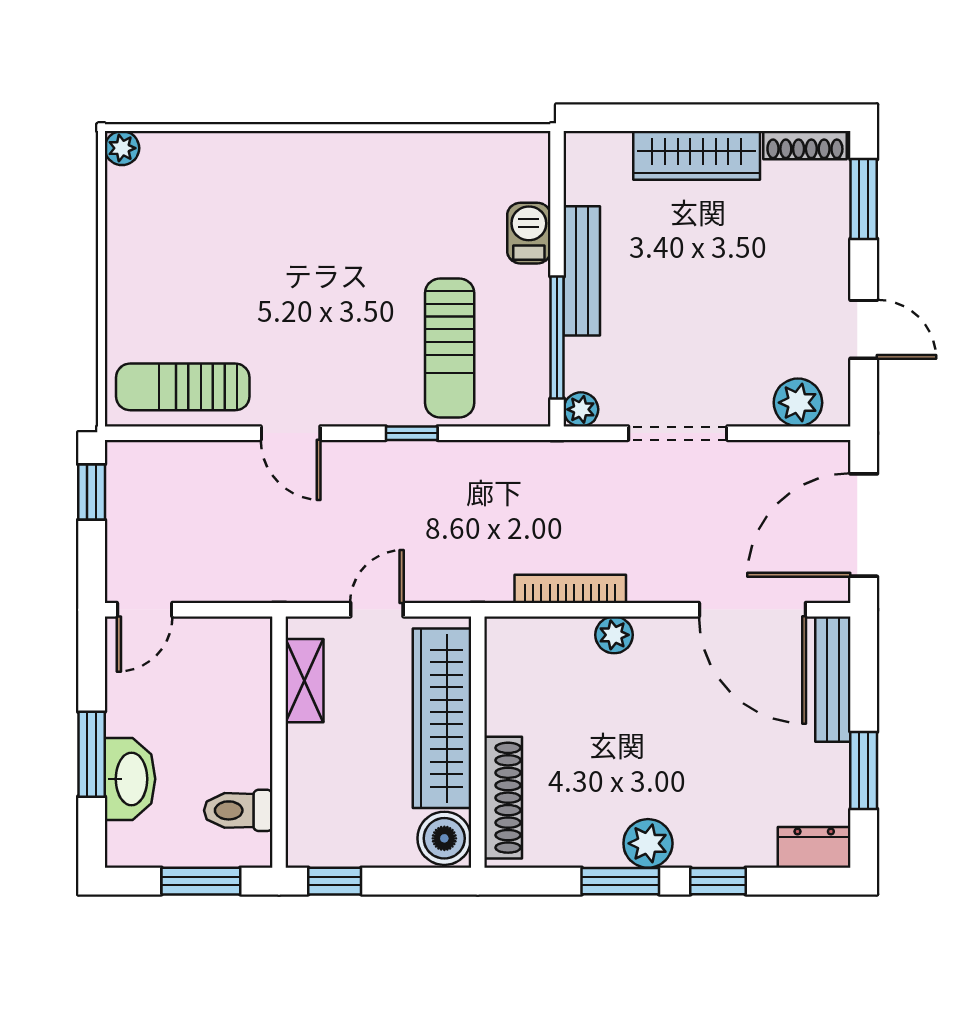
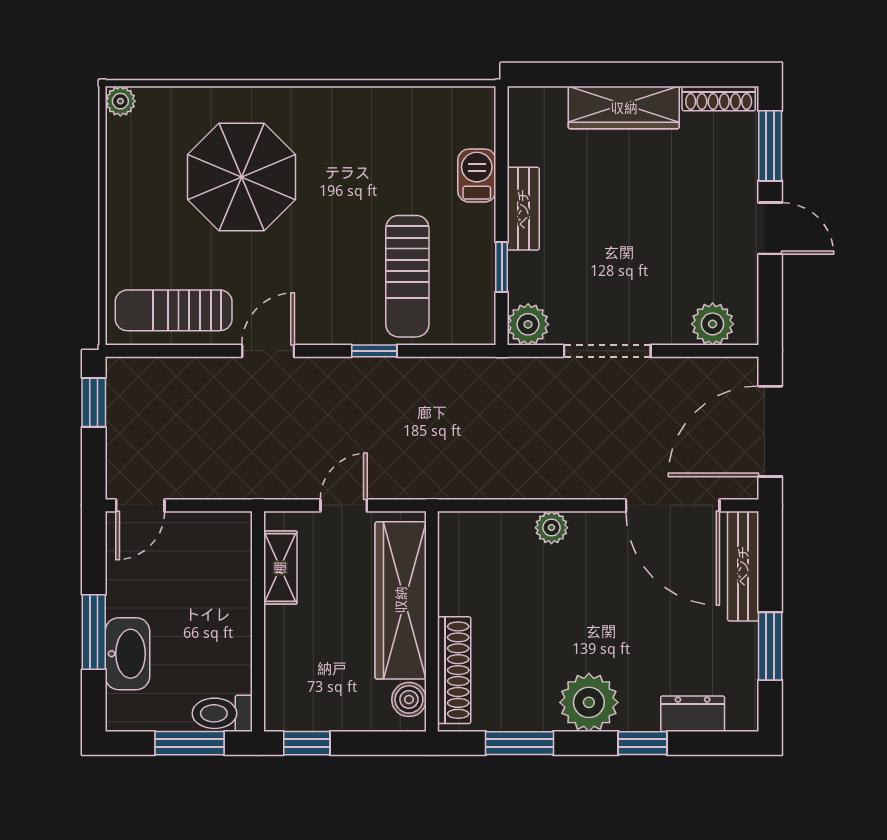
parasol: (260, 235) -> (241, 177), added
bench: (582, 271) -> (523, 209), width x0.73
door: (864, 329) -> (770, 228), moved
window: (557, 337) -> (502, 267), width x0.46
plant: (581, 409) -> (528, 324), width x1.38, depth x1.38
door: (291, 433) -> (268, 351), swing flipped
bookcase: (570, 589) -> (513, 487), removed
toilet: (238, 810) -> (222, 713), moved
boiler: (444, 838) -> (409, 699), width x0.73, depth x0.73
plant: (648, 843) -> (589, 702), width x1.36, depth x1.36
dresser: (814, 847) -> (693, 714), moved
window: (620, 881) -> (520, 743), moved

